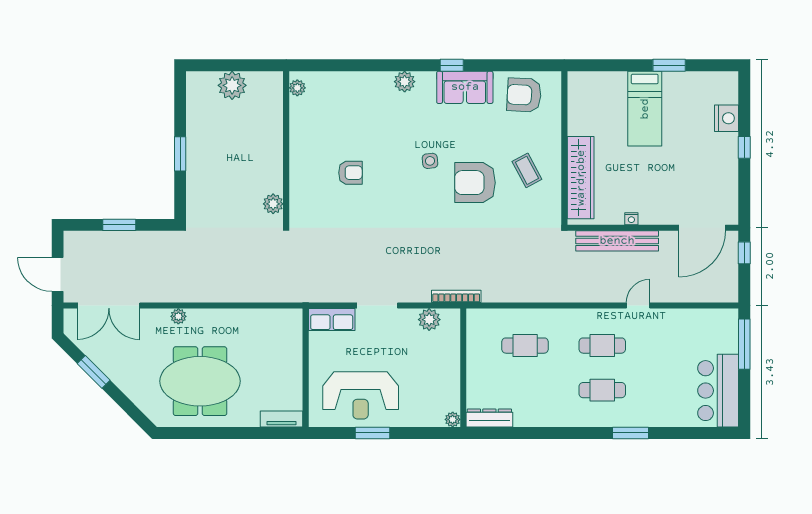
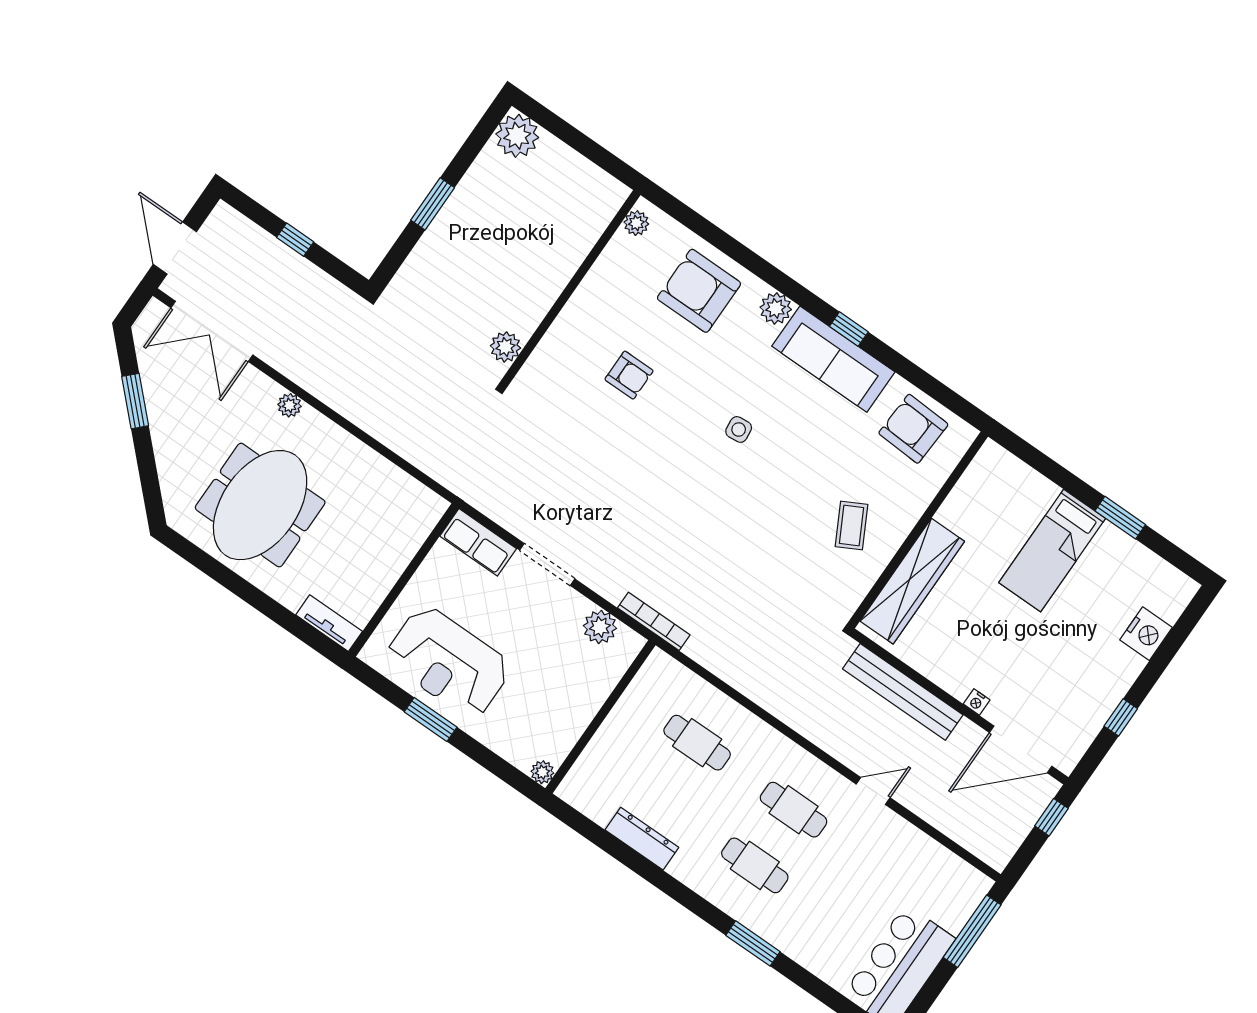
plant: (232, 85) -> (517, 136), moved
sofa: (465, 87) -> (833, 359), width x1.36
window: (744, 147) -> (1121, 717), moved
armchair: (475, 183) -> (699, 291), moved
nightstand: (631, 219) -> (977, 702), moved
window: (119, 225) -> (295, 240), width x0.67
meeting table: (200, 381) -> (260, 505), turned 90
dresser: (489, 418) -> (642, 839), moved

